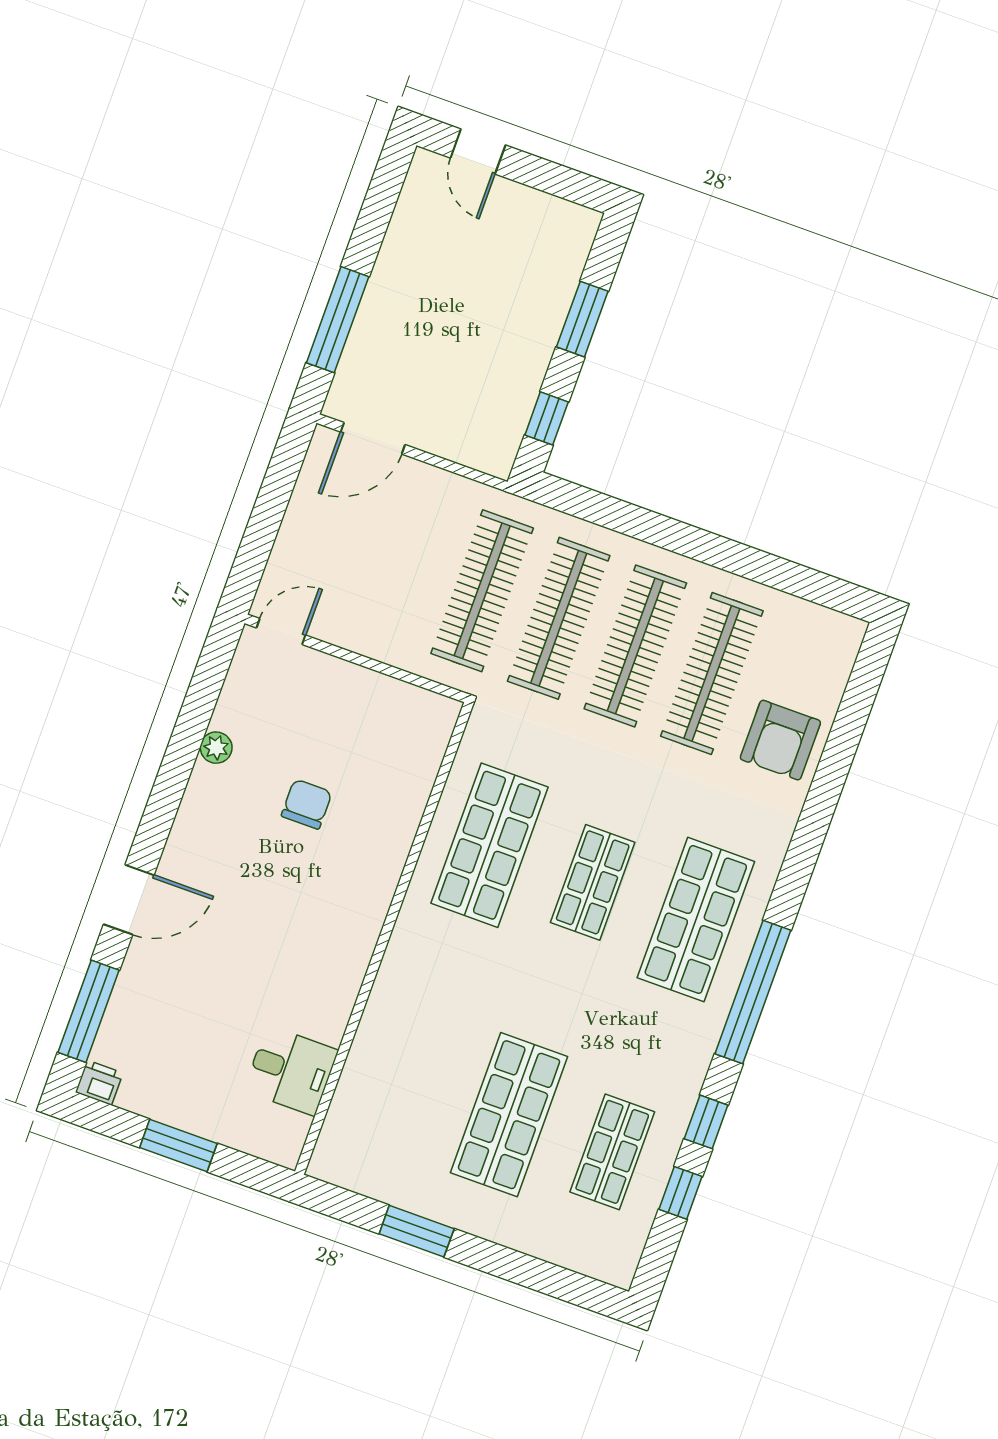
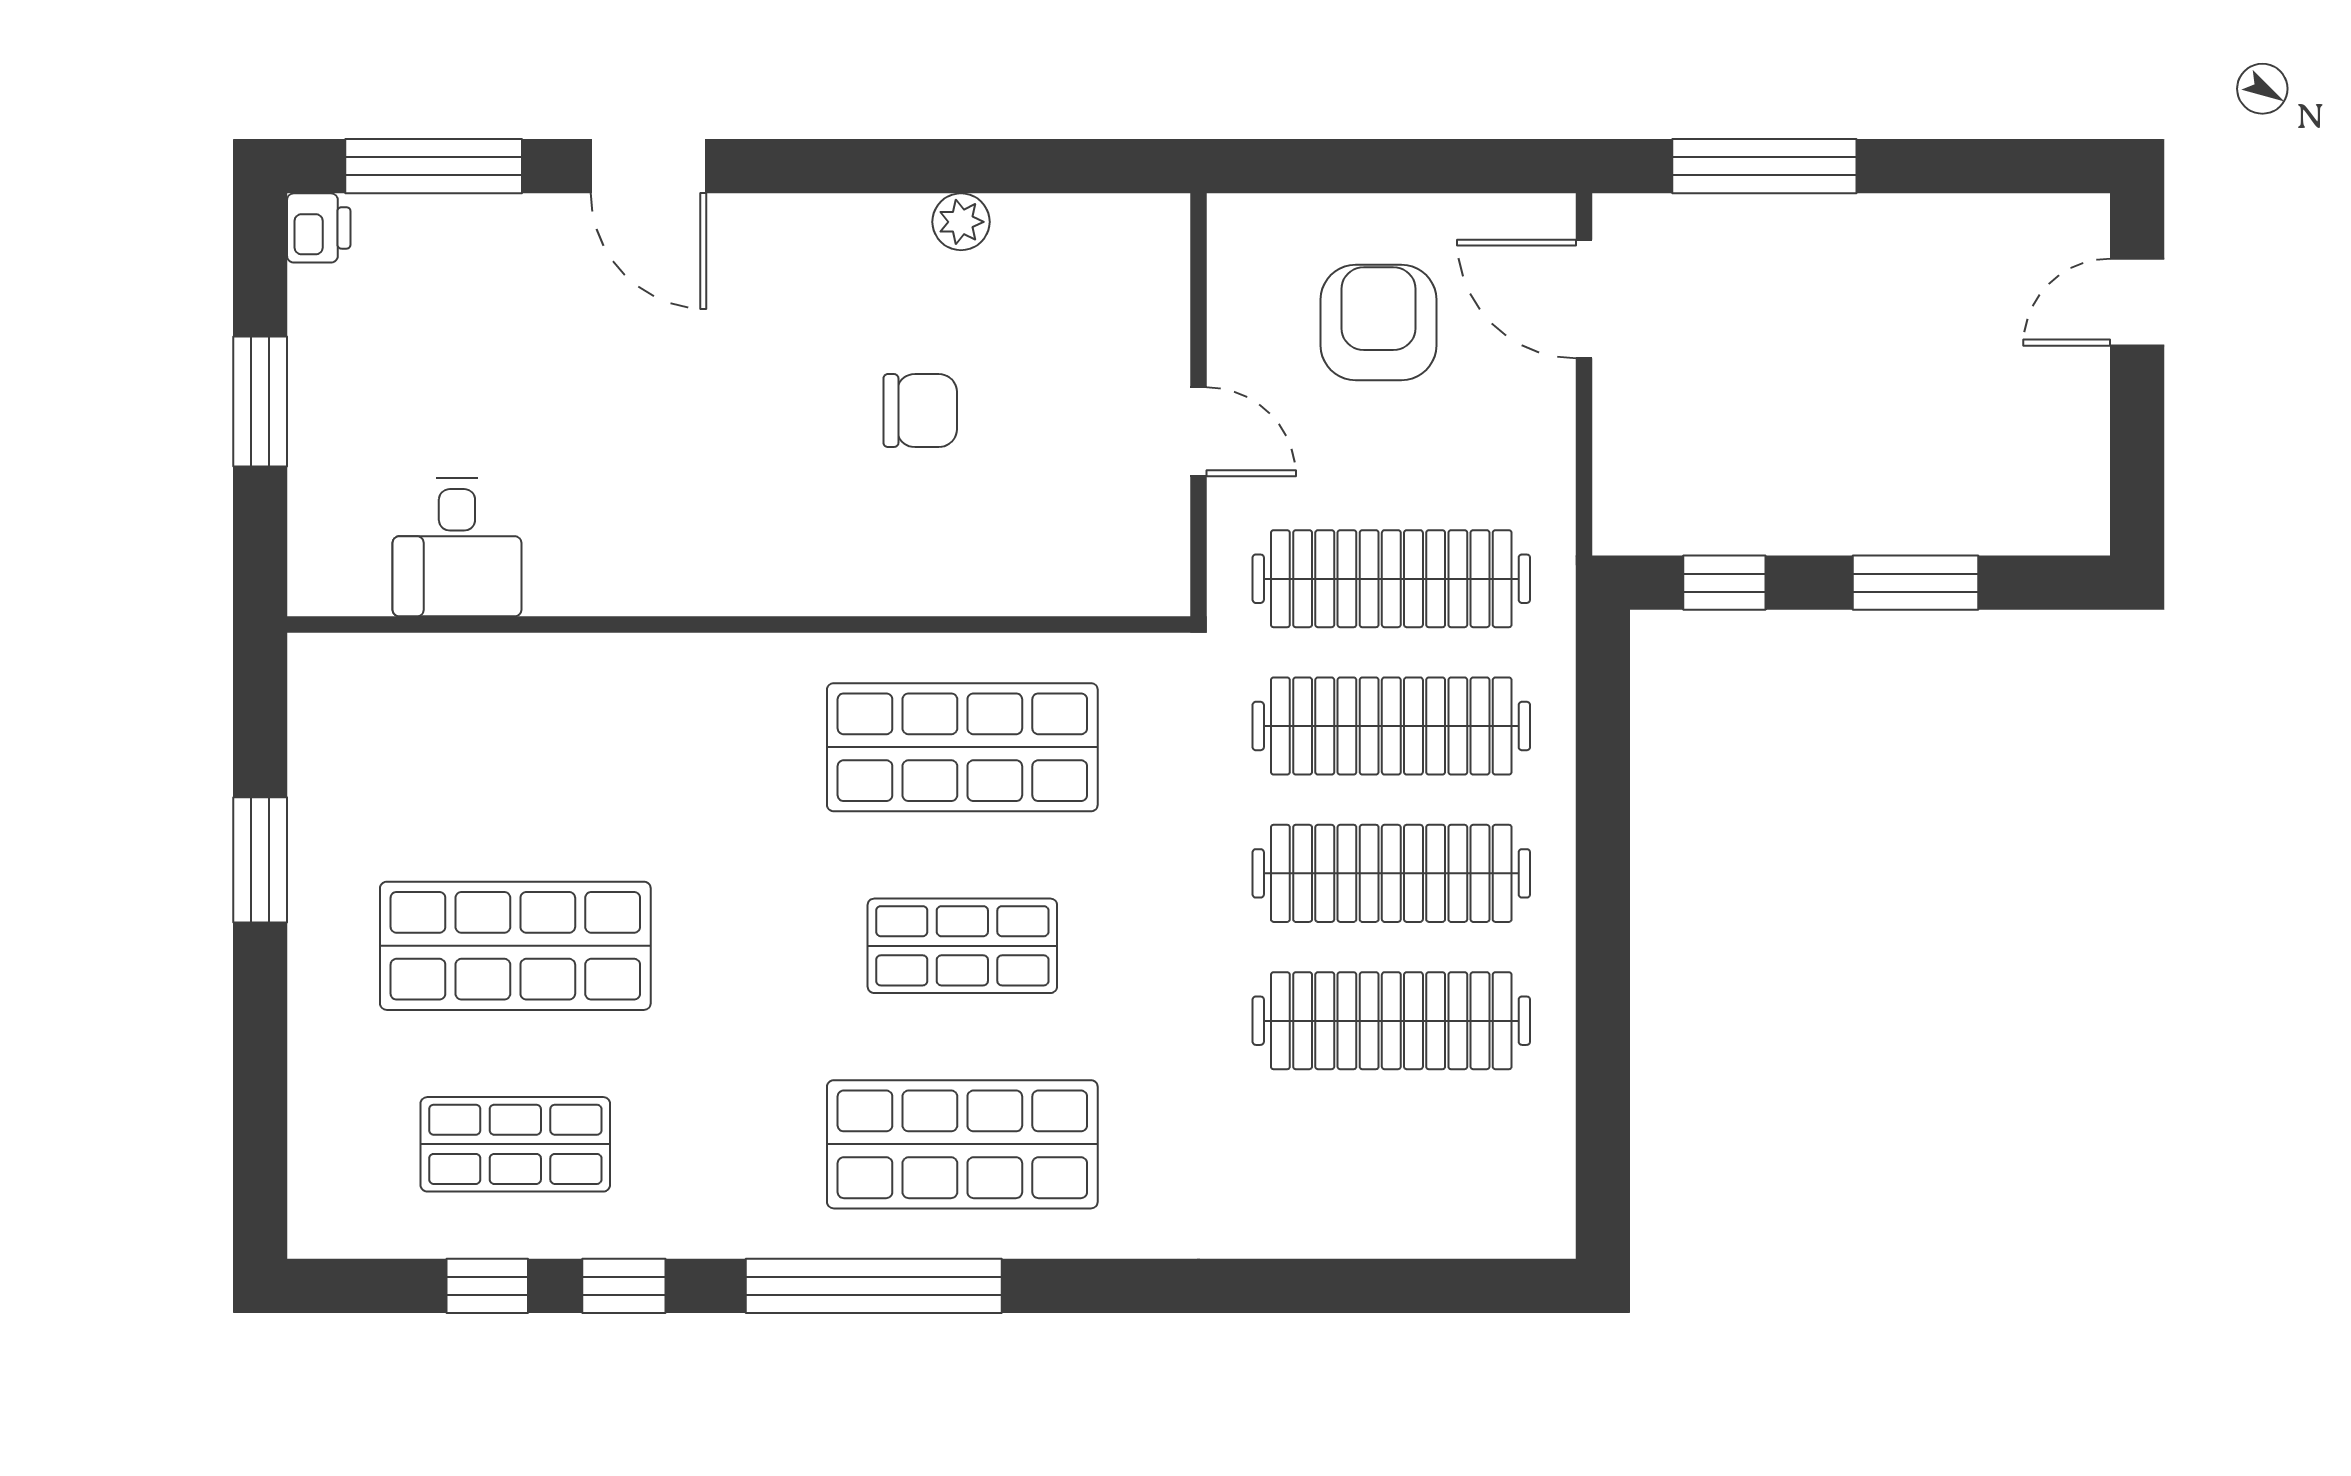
door: (281, 631) -> (1199, 432), moved
armchair: (780, 740) -> (1379, 322), moved, turned 90

